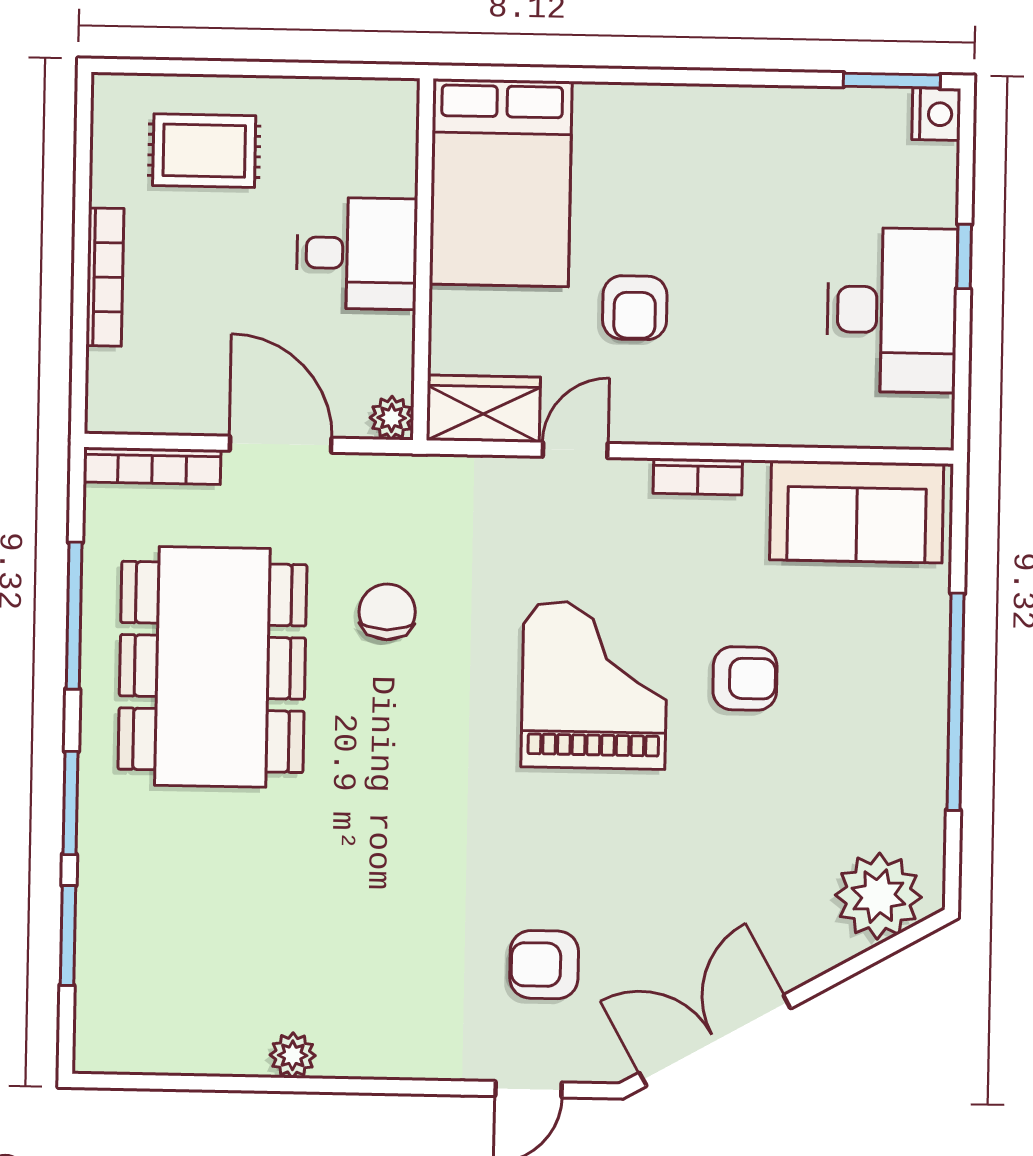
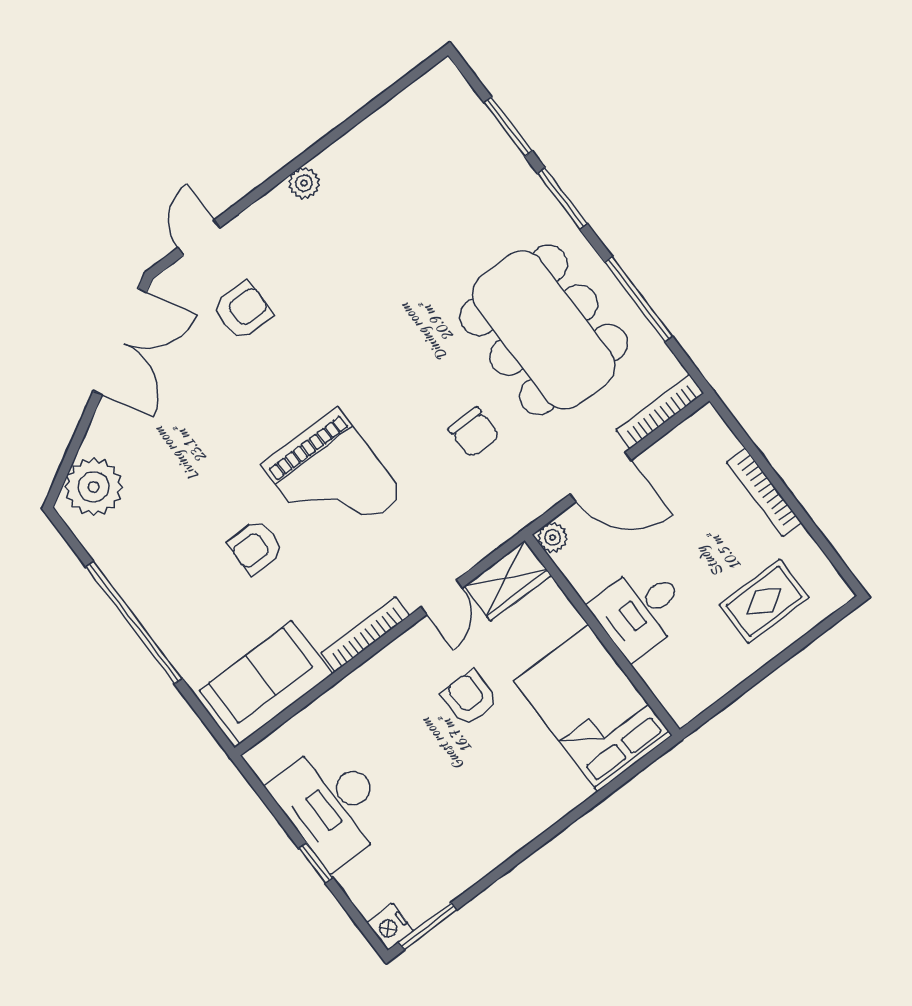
bookcase: (698, 477) -> (365, 634), width x1.56
plant: (293, 1055) -> (304, 183), moved

